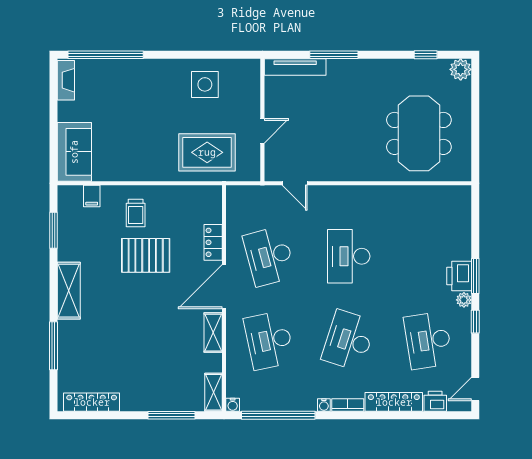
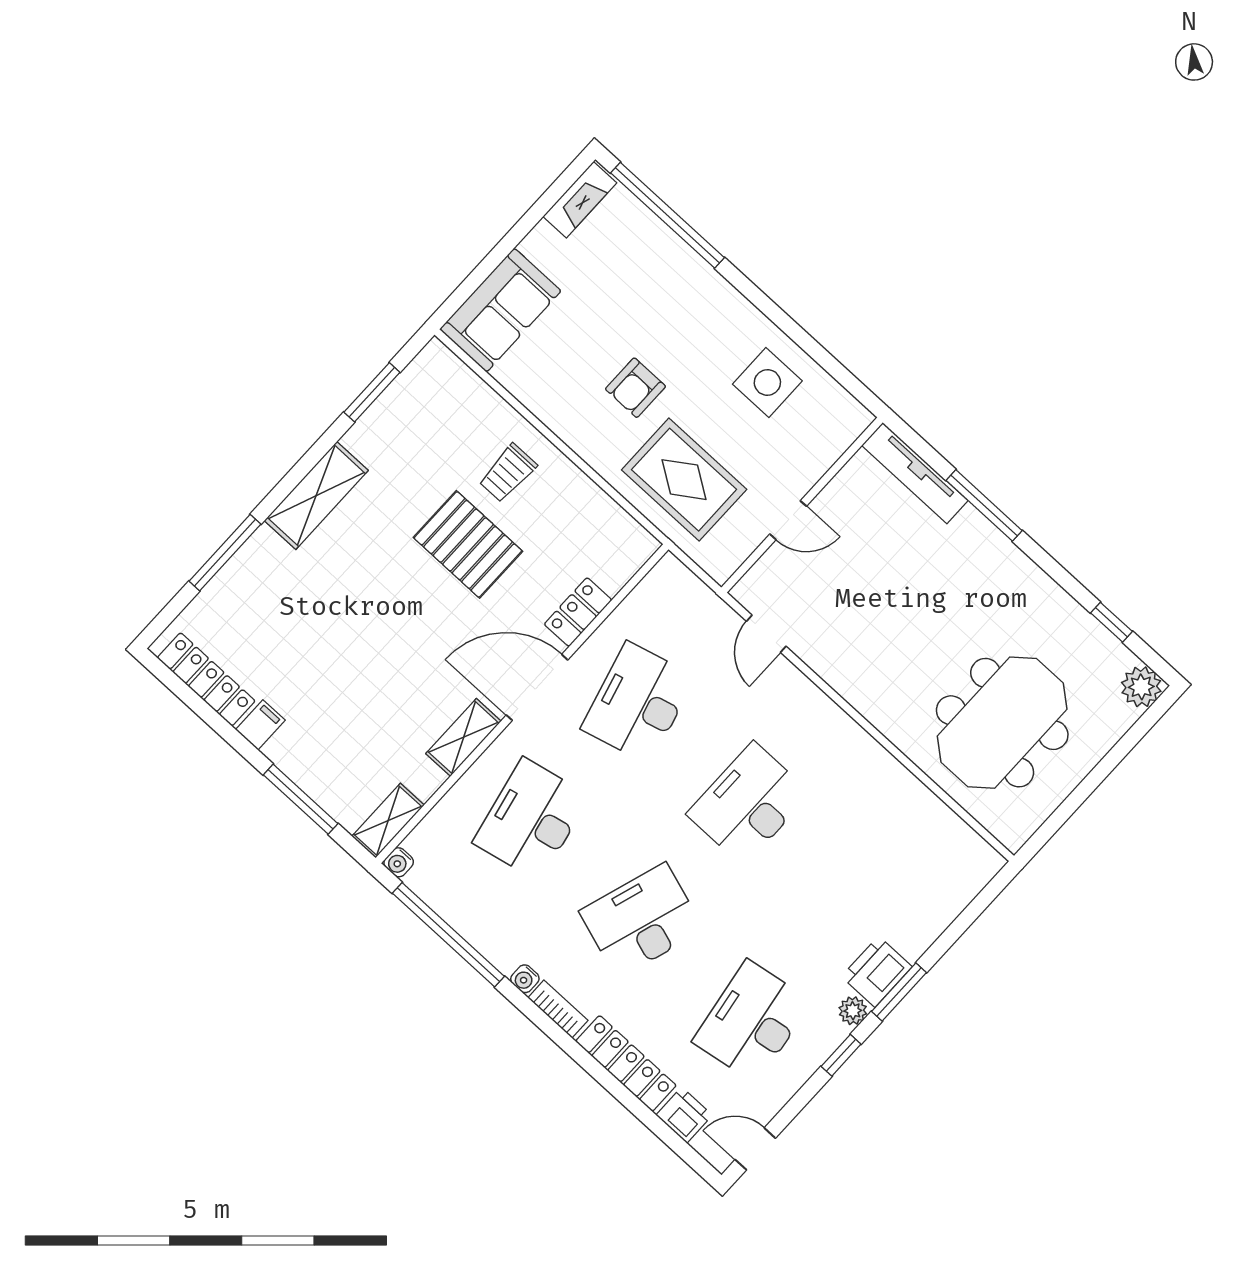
armchair: (155, 134) -> (635, 388), added
filing cabinet: (92, 196) -> (260, 725), moved, turned 180

